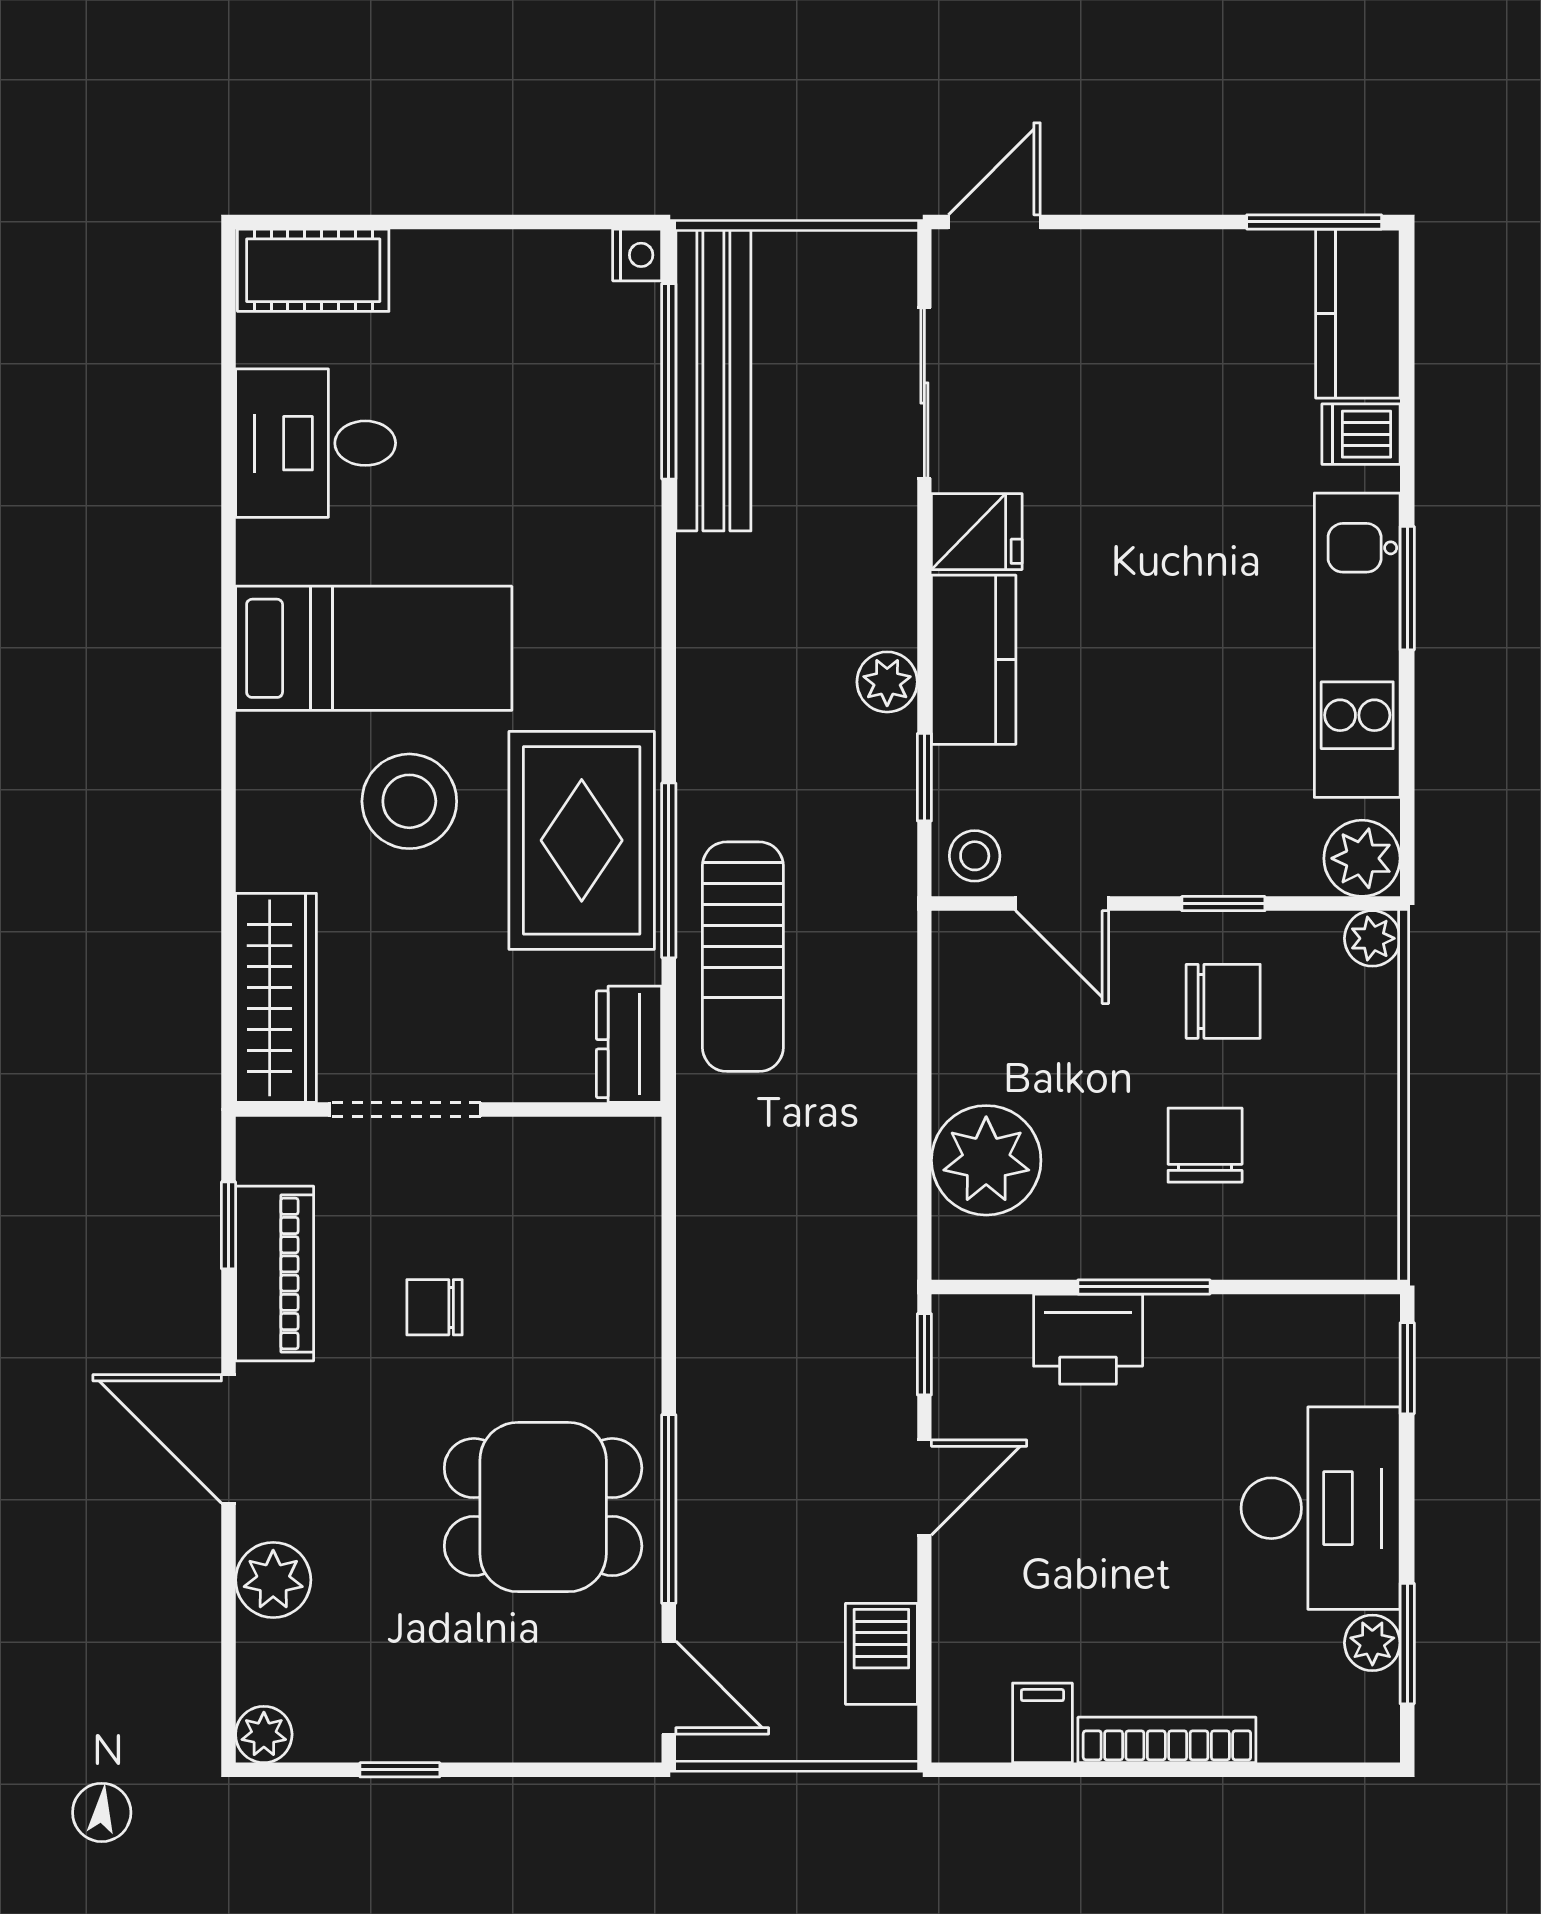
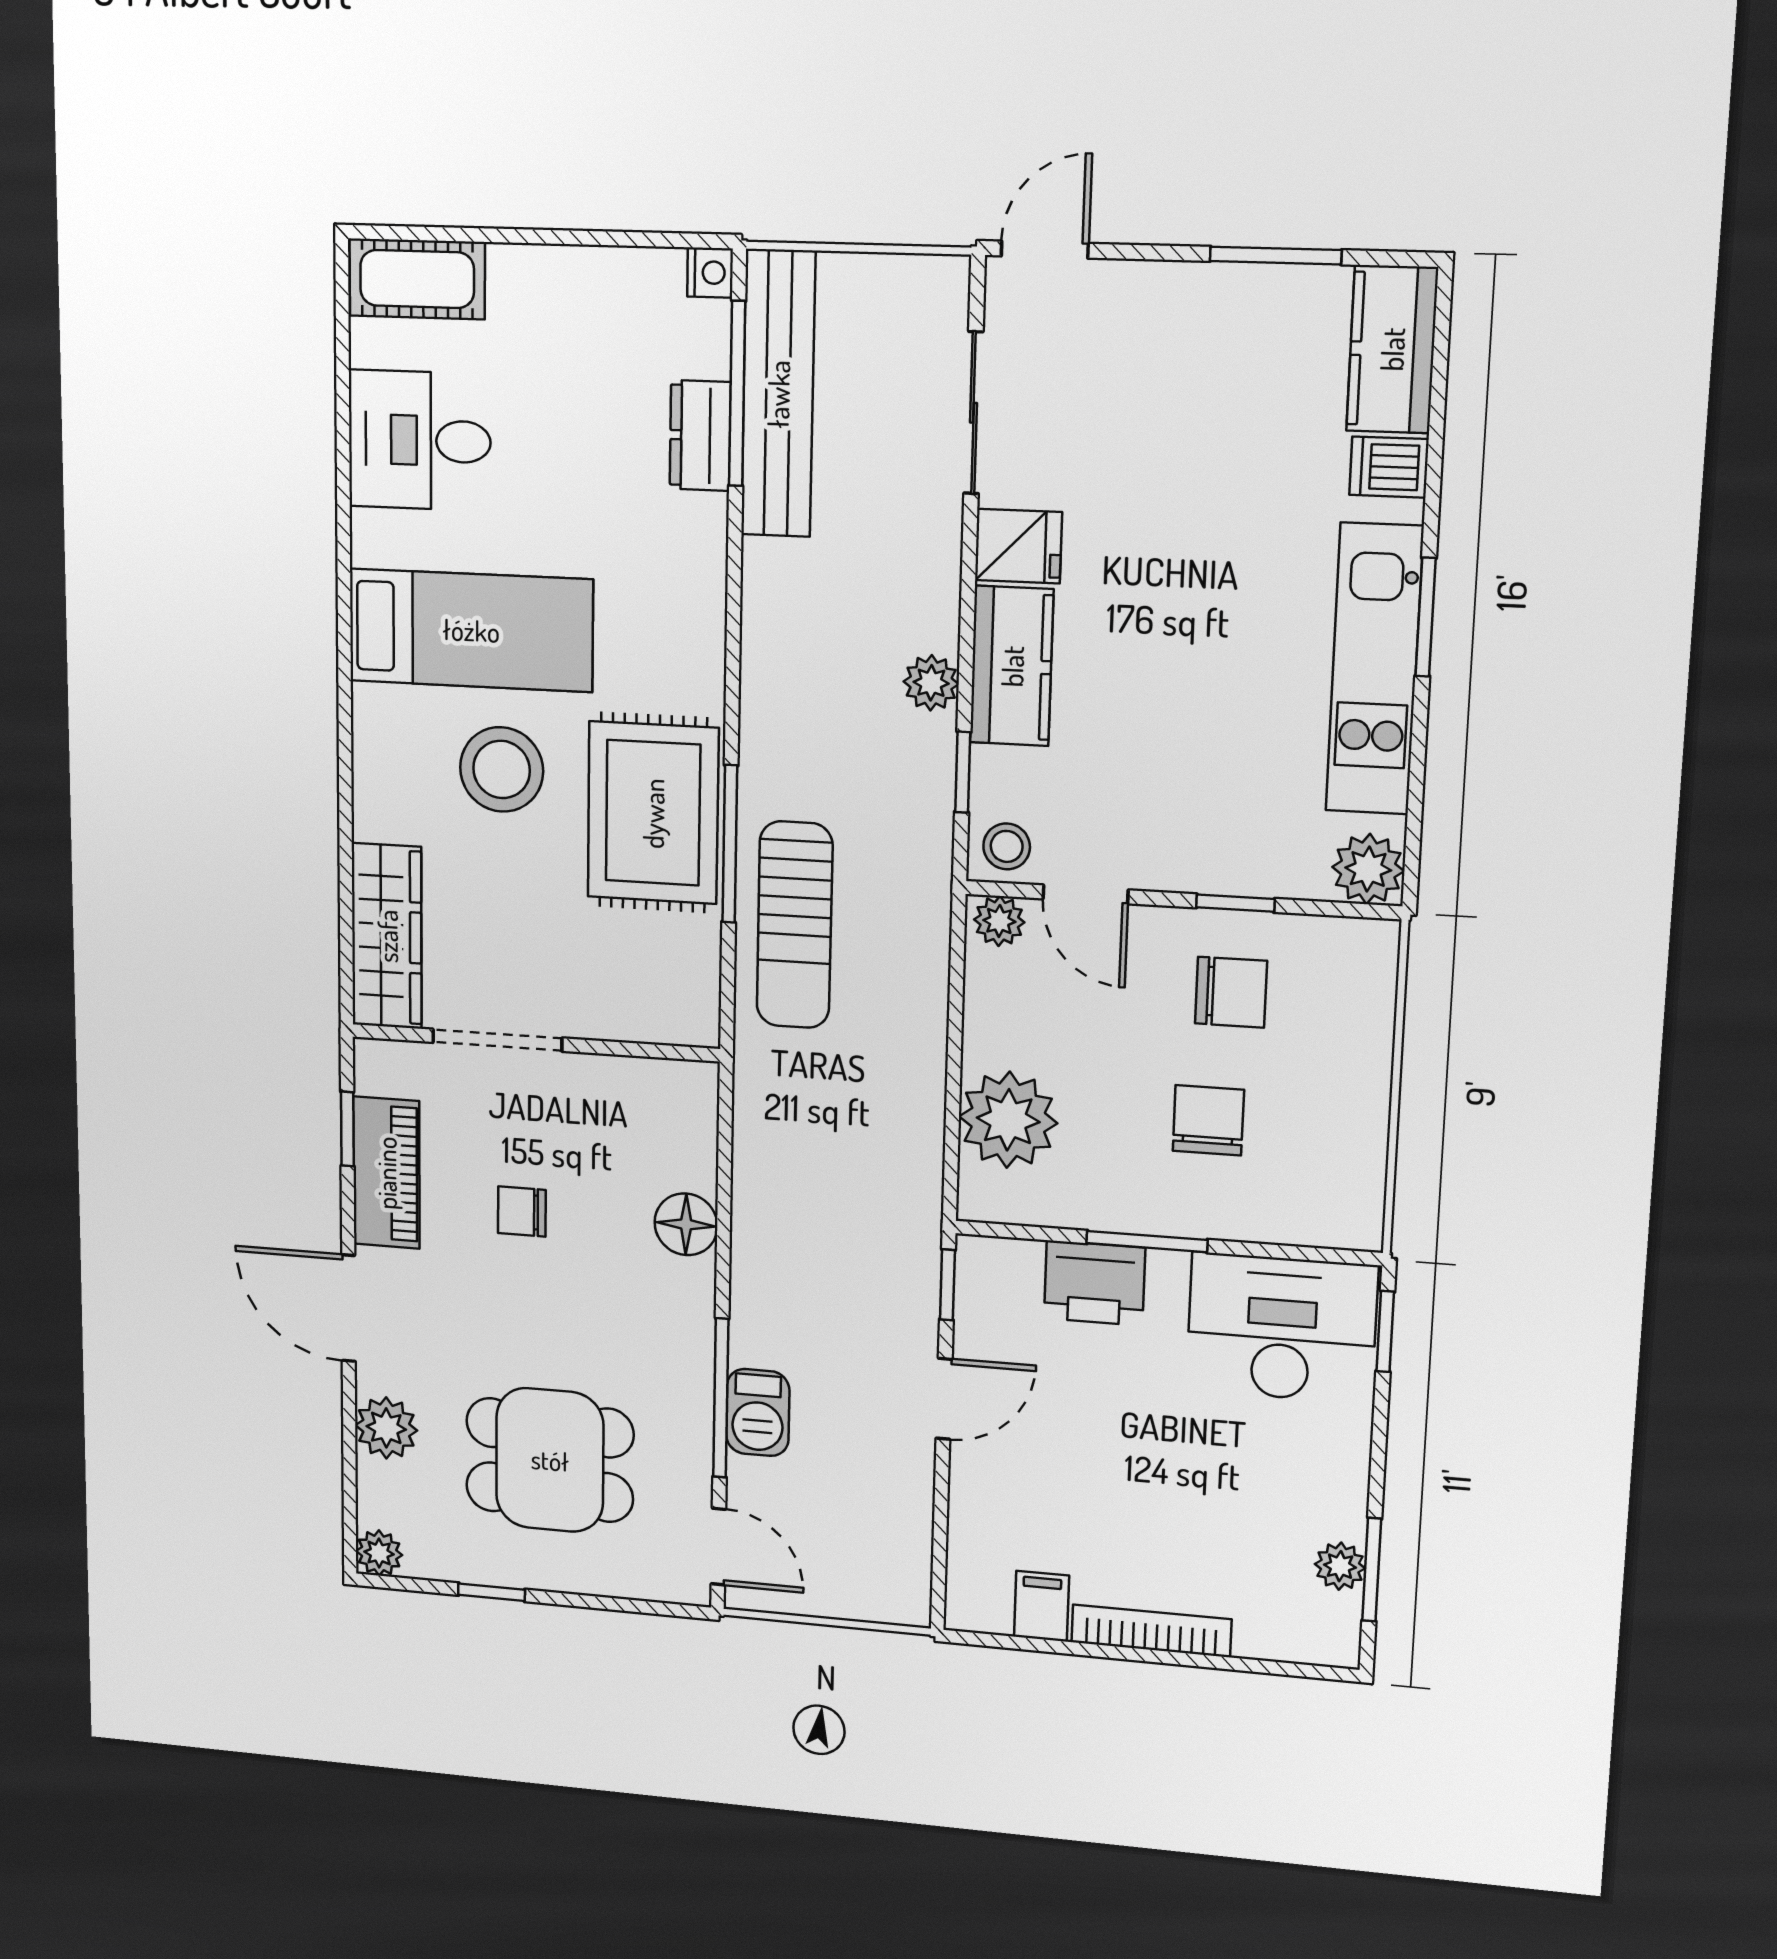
window: (1314, 222) -> (1276, 256), moved
plant: (1372, 938) -> (999, 921), moved
dresser: (629, 1044) -> (700, 436), moved
floor lamp: (626, 1308) -> (686, 1224), added
dining table: (543, 1507) -> (550, 1460), moved
desk: (1321, 1508) -> (1282, 1328), moved, turned -90
barbecue: (881, 1654) -> (758, 1413), moved, turned 180

